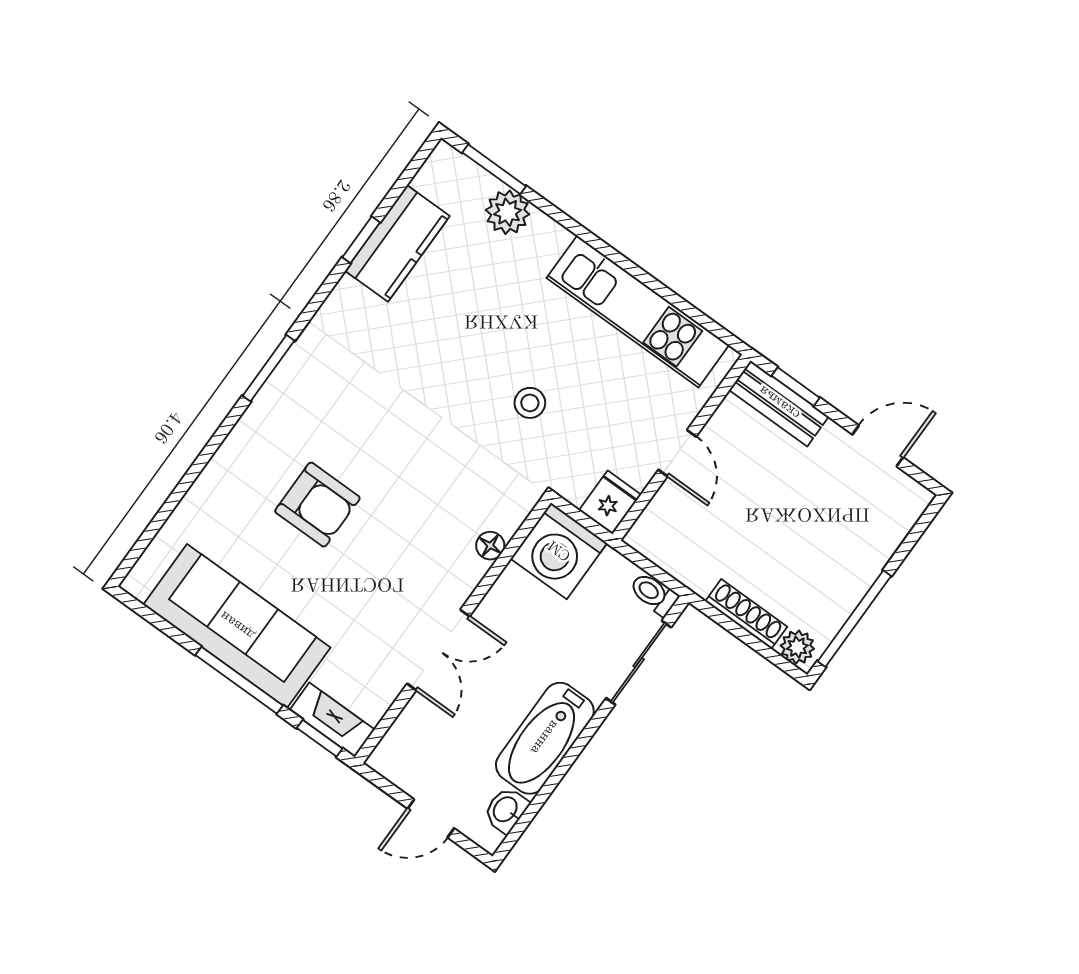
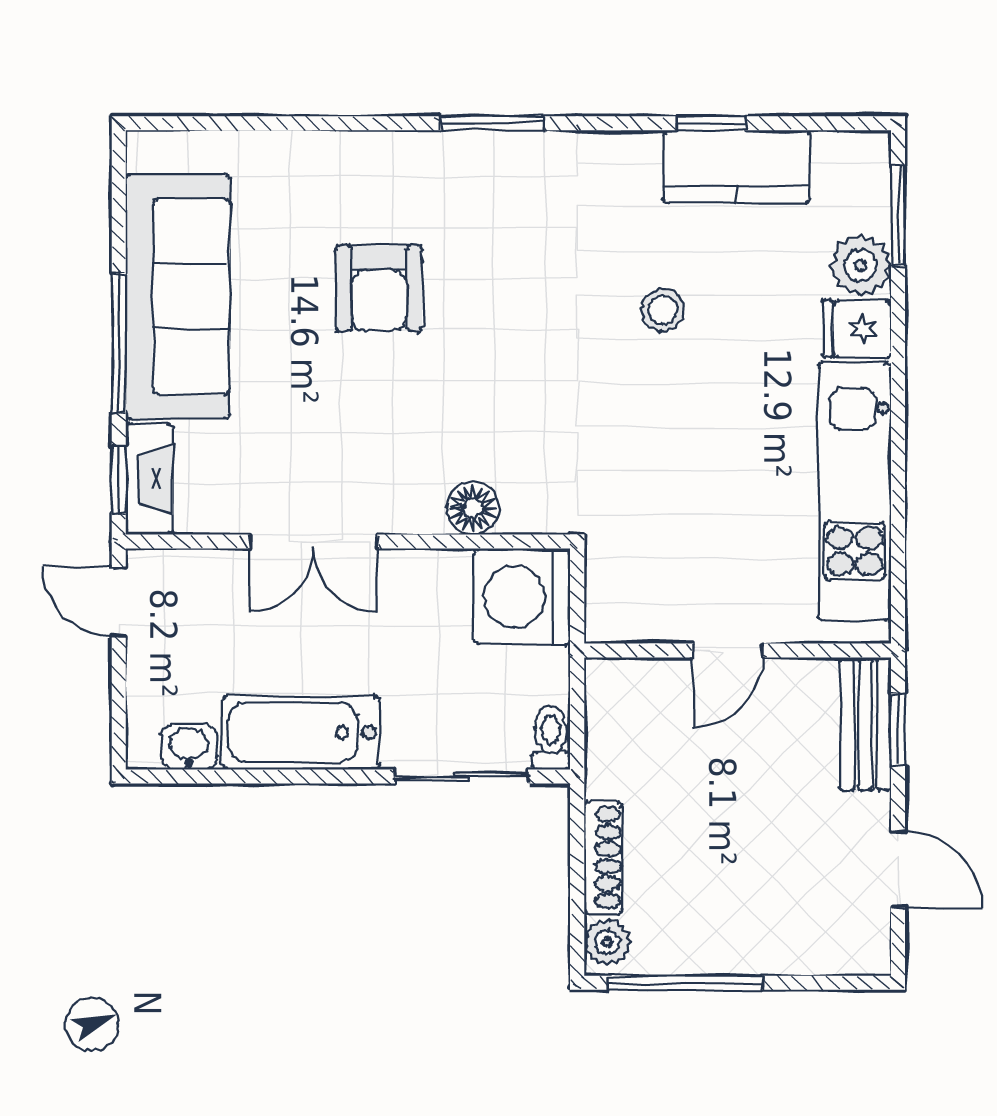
stool: (530, 403) -> (663, 310), moved
fridge: (610, 502) -> (857, 329), moved, turned 180
floor lamp: (490, 546) -> (473, 508), width x1.37, depth x1.37
door: (431, 818) -> (119, 602), moved

